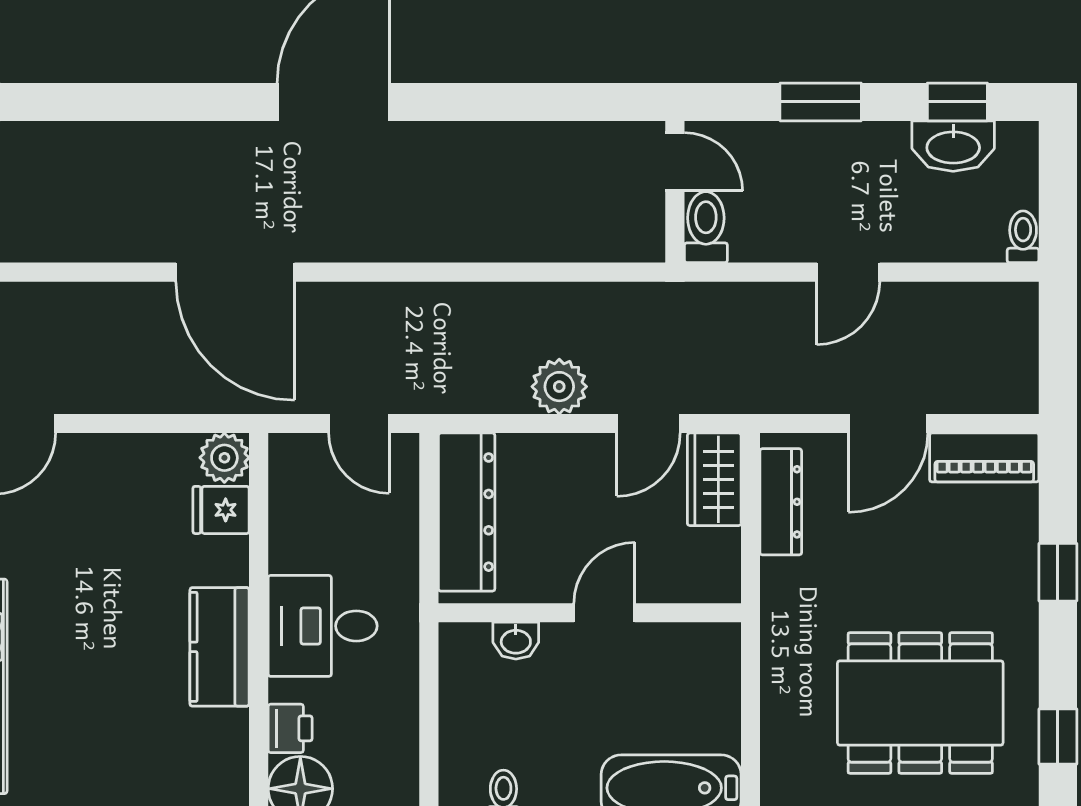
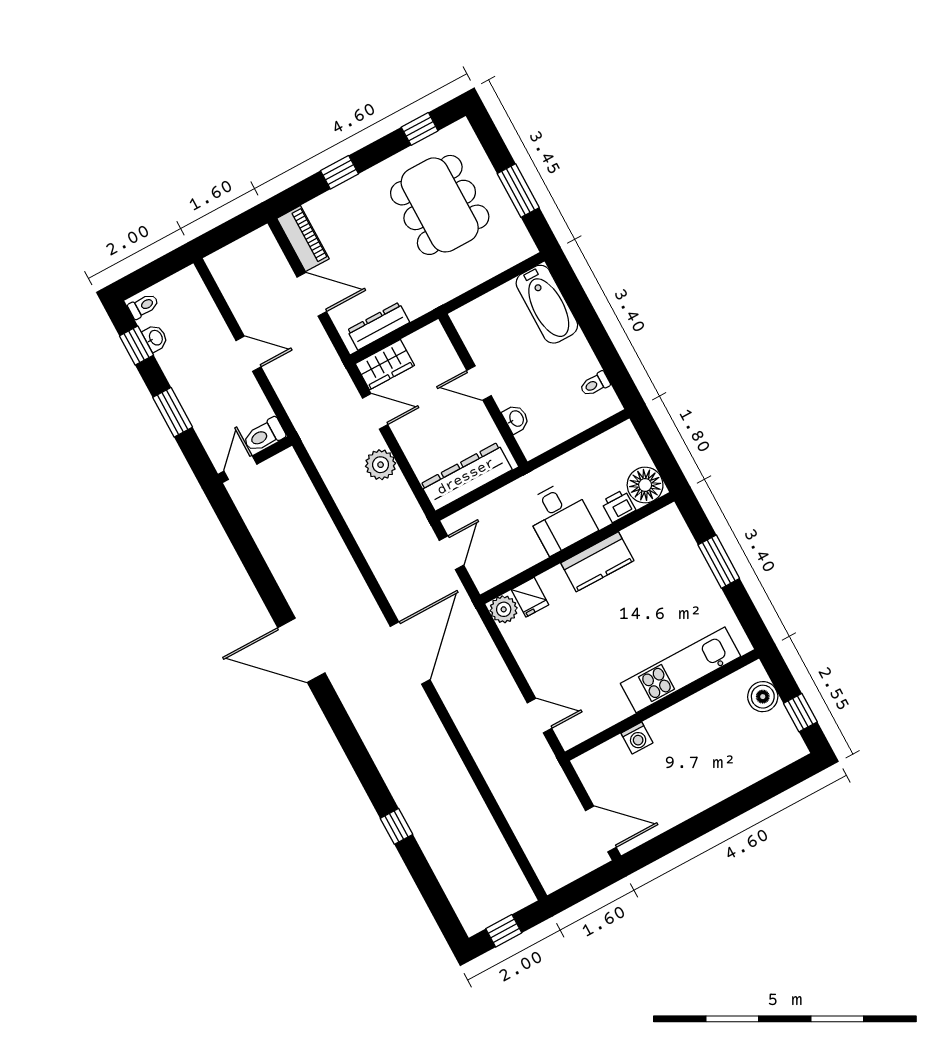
washbasin: (953, 146) -> (155, 338), width x0.52, depth x0.69
toilet: (1023, 237) -> (143, 306), moved, turned 180

